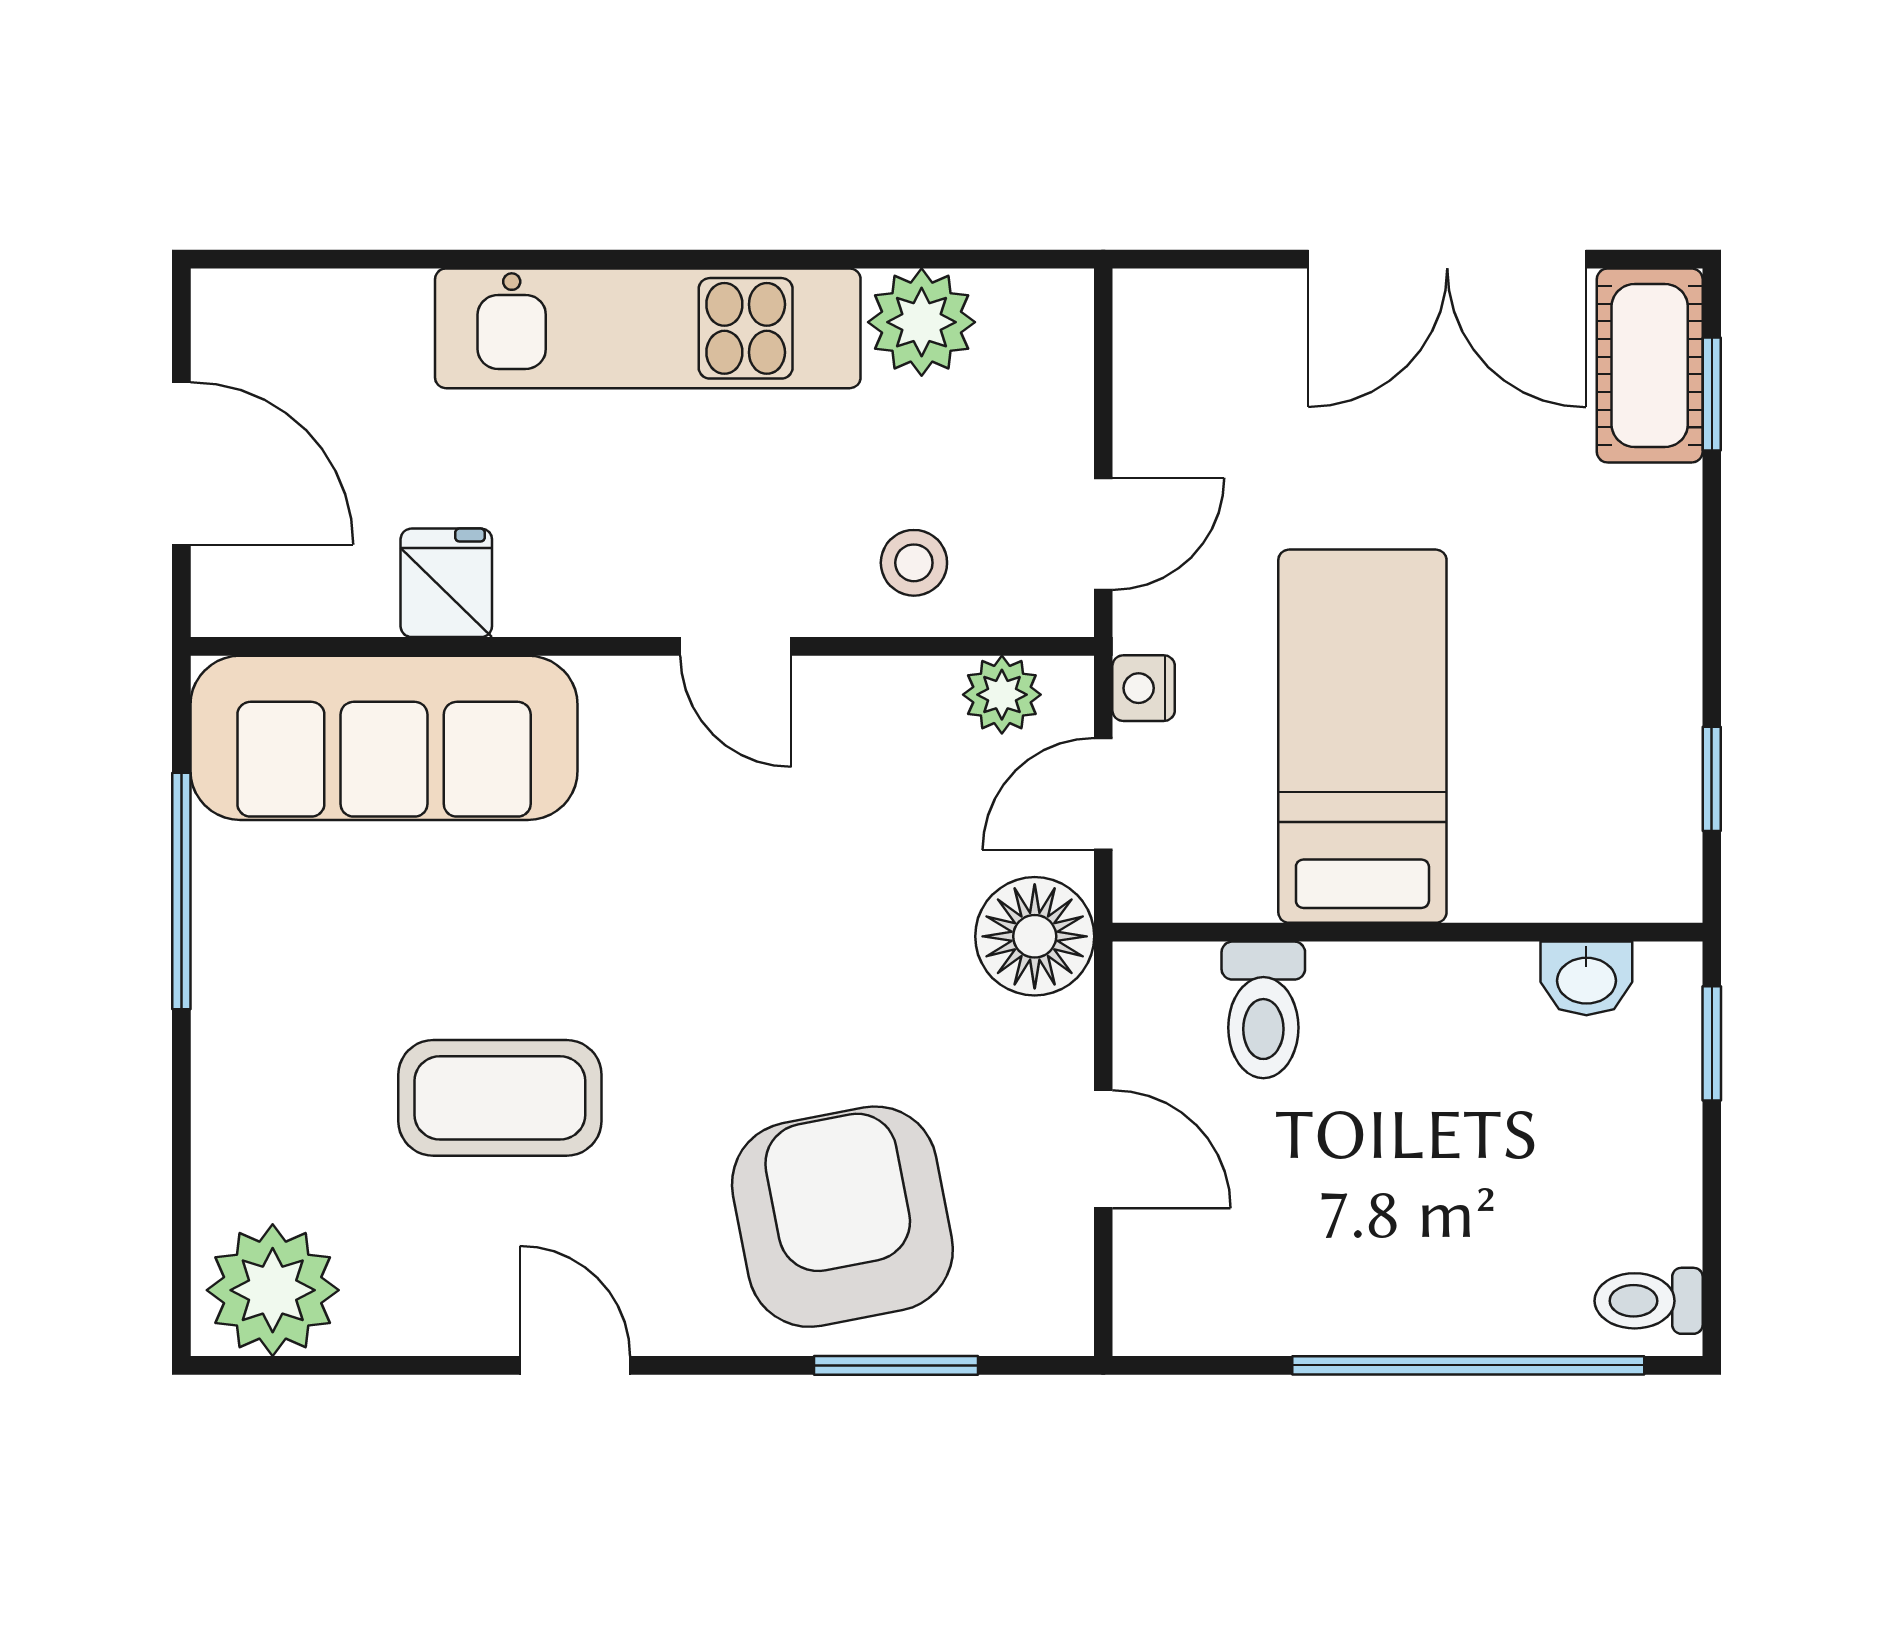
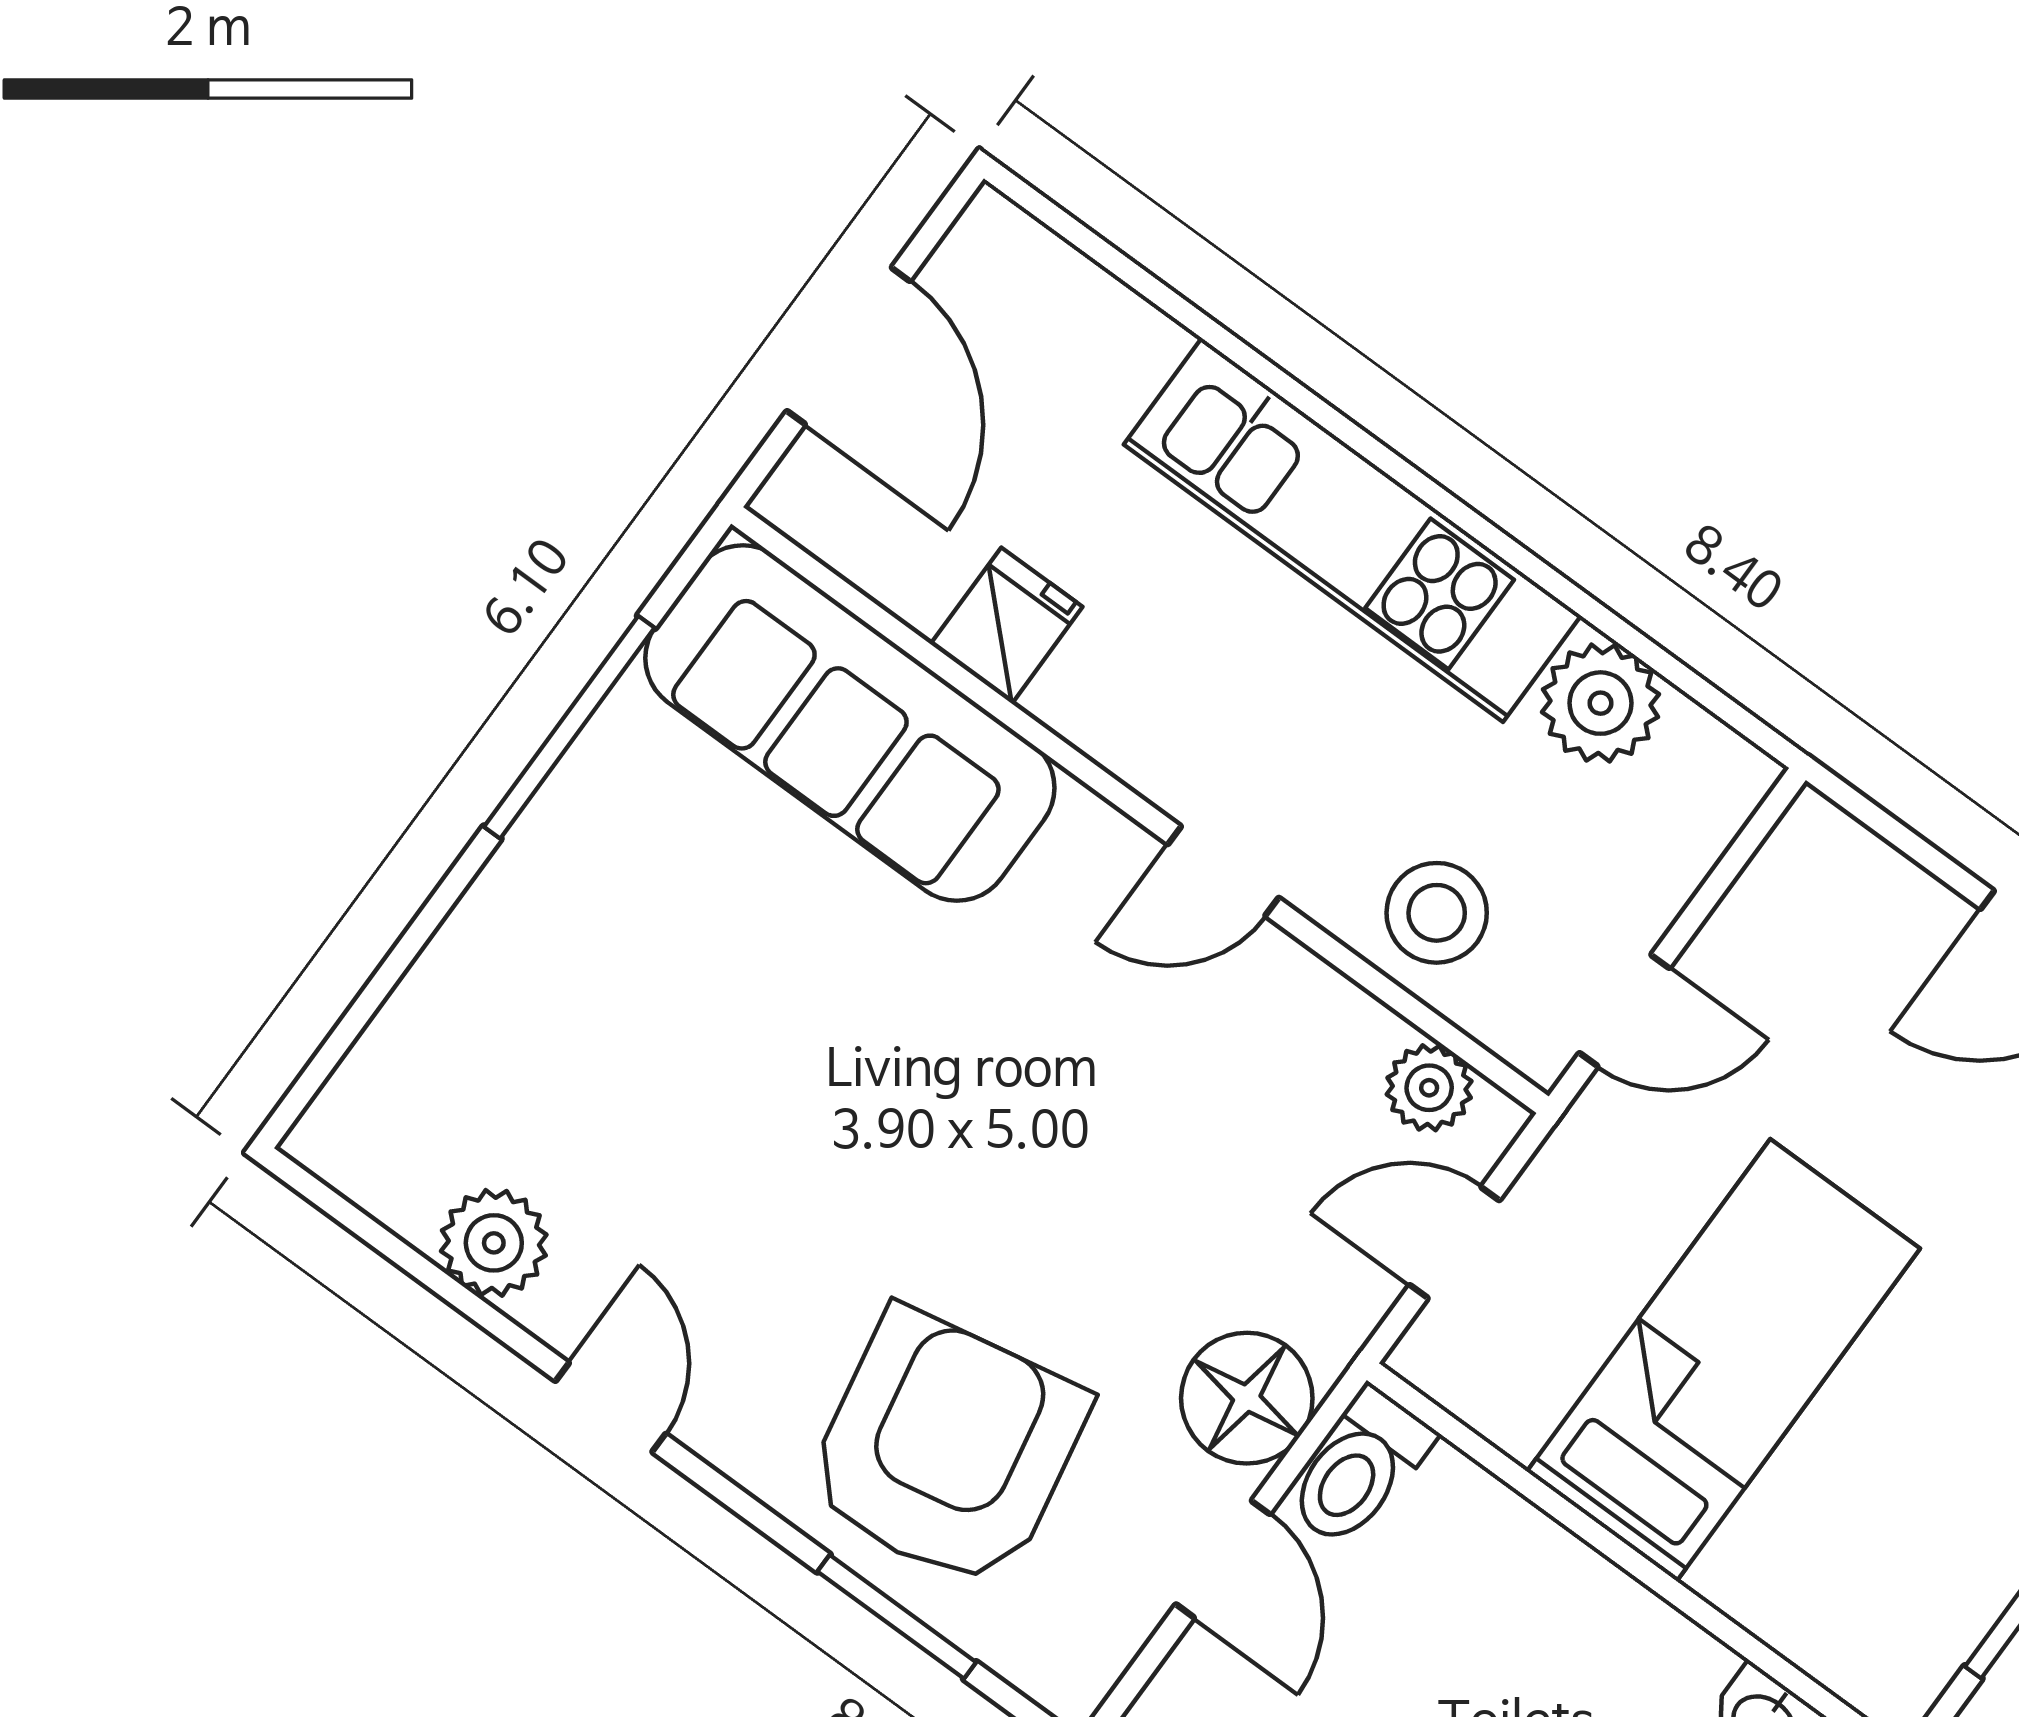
stool: (914, 563) -> (1437, 913), width x1.37, depth x1.37
door: (736, 646) -> (1223, 871), hinge flipped
nightstand: (1144, 688) -> (1560, 1174), removed
floor lamp: (1035, 936) -> (1247, 1398), moved
toilet: (1263, 1010) -> (1359, 1468), moved
coffee table: (500, 1098) -> (718, 1120), removed
plant: (273, 1290) -> (494, 1243), moved, width x0.73, depth x0.73

